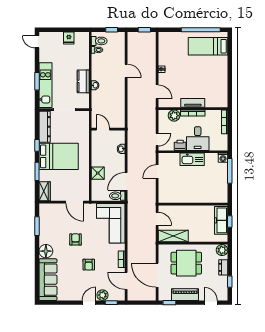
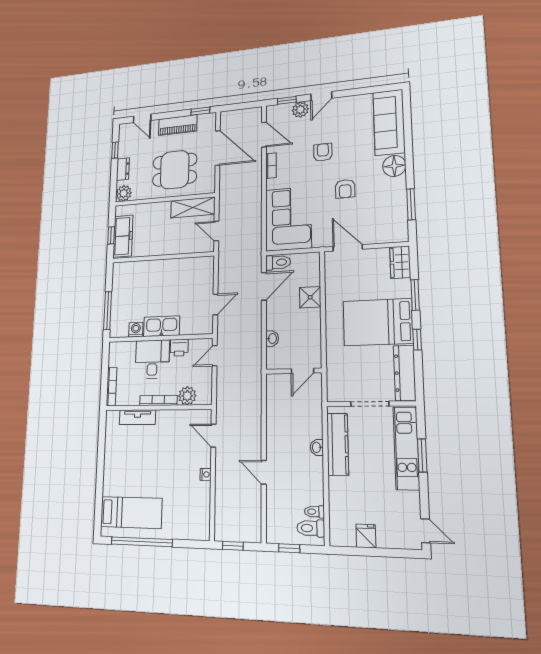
kitchen counter: (83, 81) -> (338, 444), width x1.50
tv unit: (193, 103) -> (137, 417), moved
door: (103, 129) -> (302, 371), hinge flipped
washing machine: (223, 158) -> (136, 330), moved

